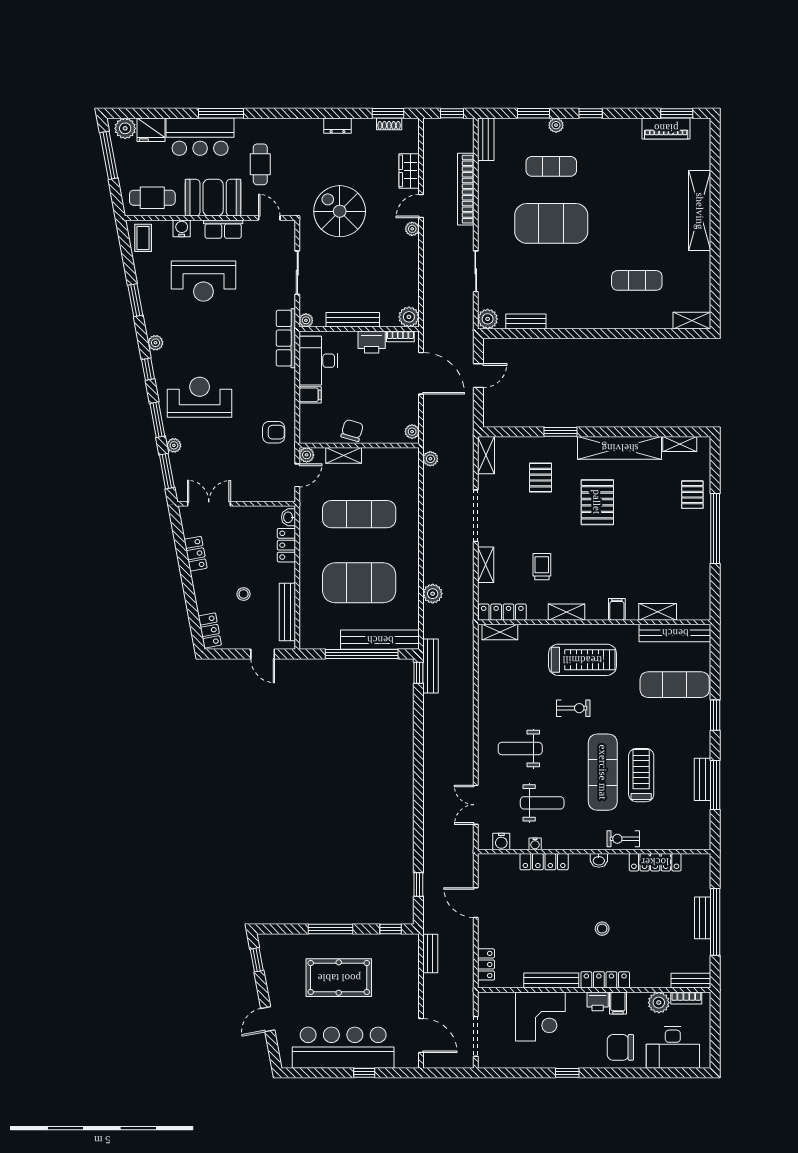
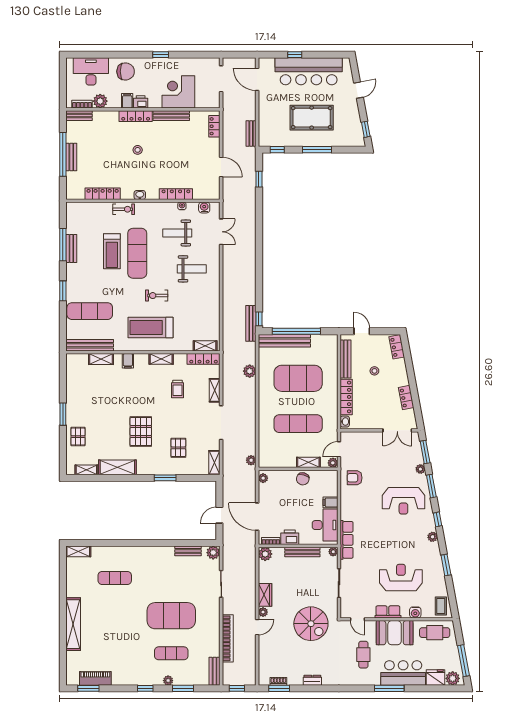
wardrobe: (409, 171) -> (265, 595), moved
shelving: (620, 448) -> (117, 467), width x0.68
window: (715, 528) -> (63, 414), width x0.47
locker: (286, 545) -> (346, 397), width x1.53

